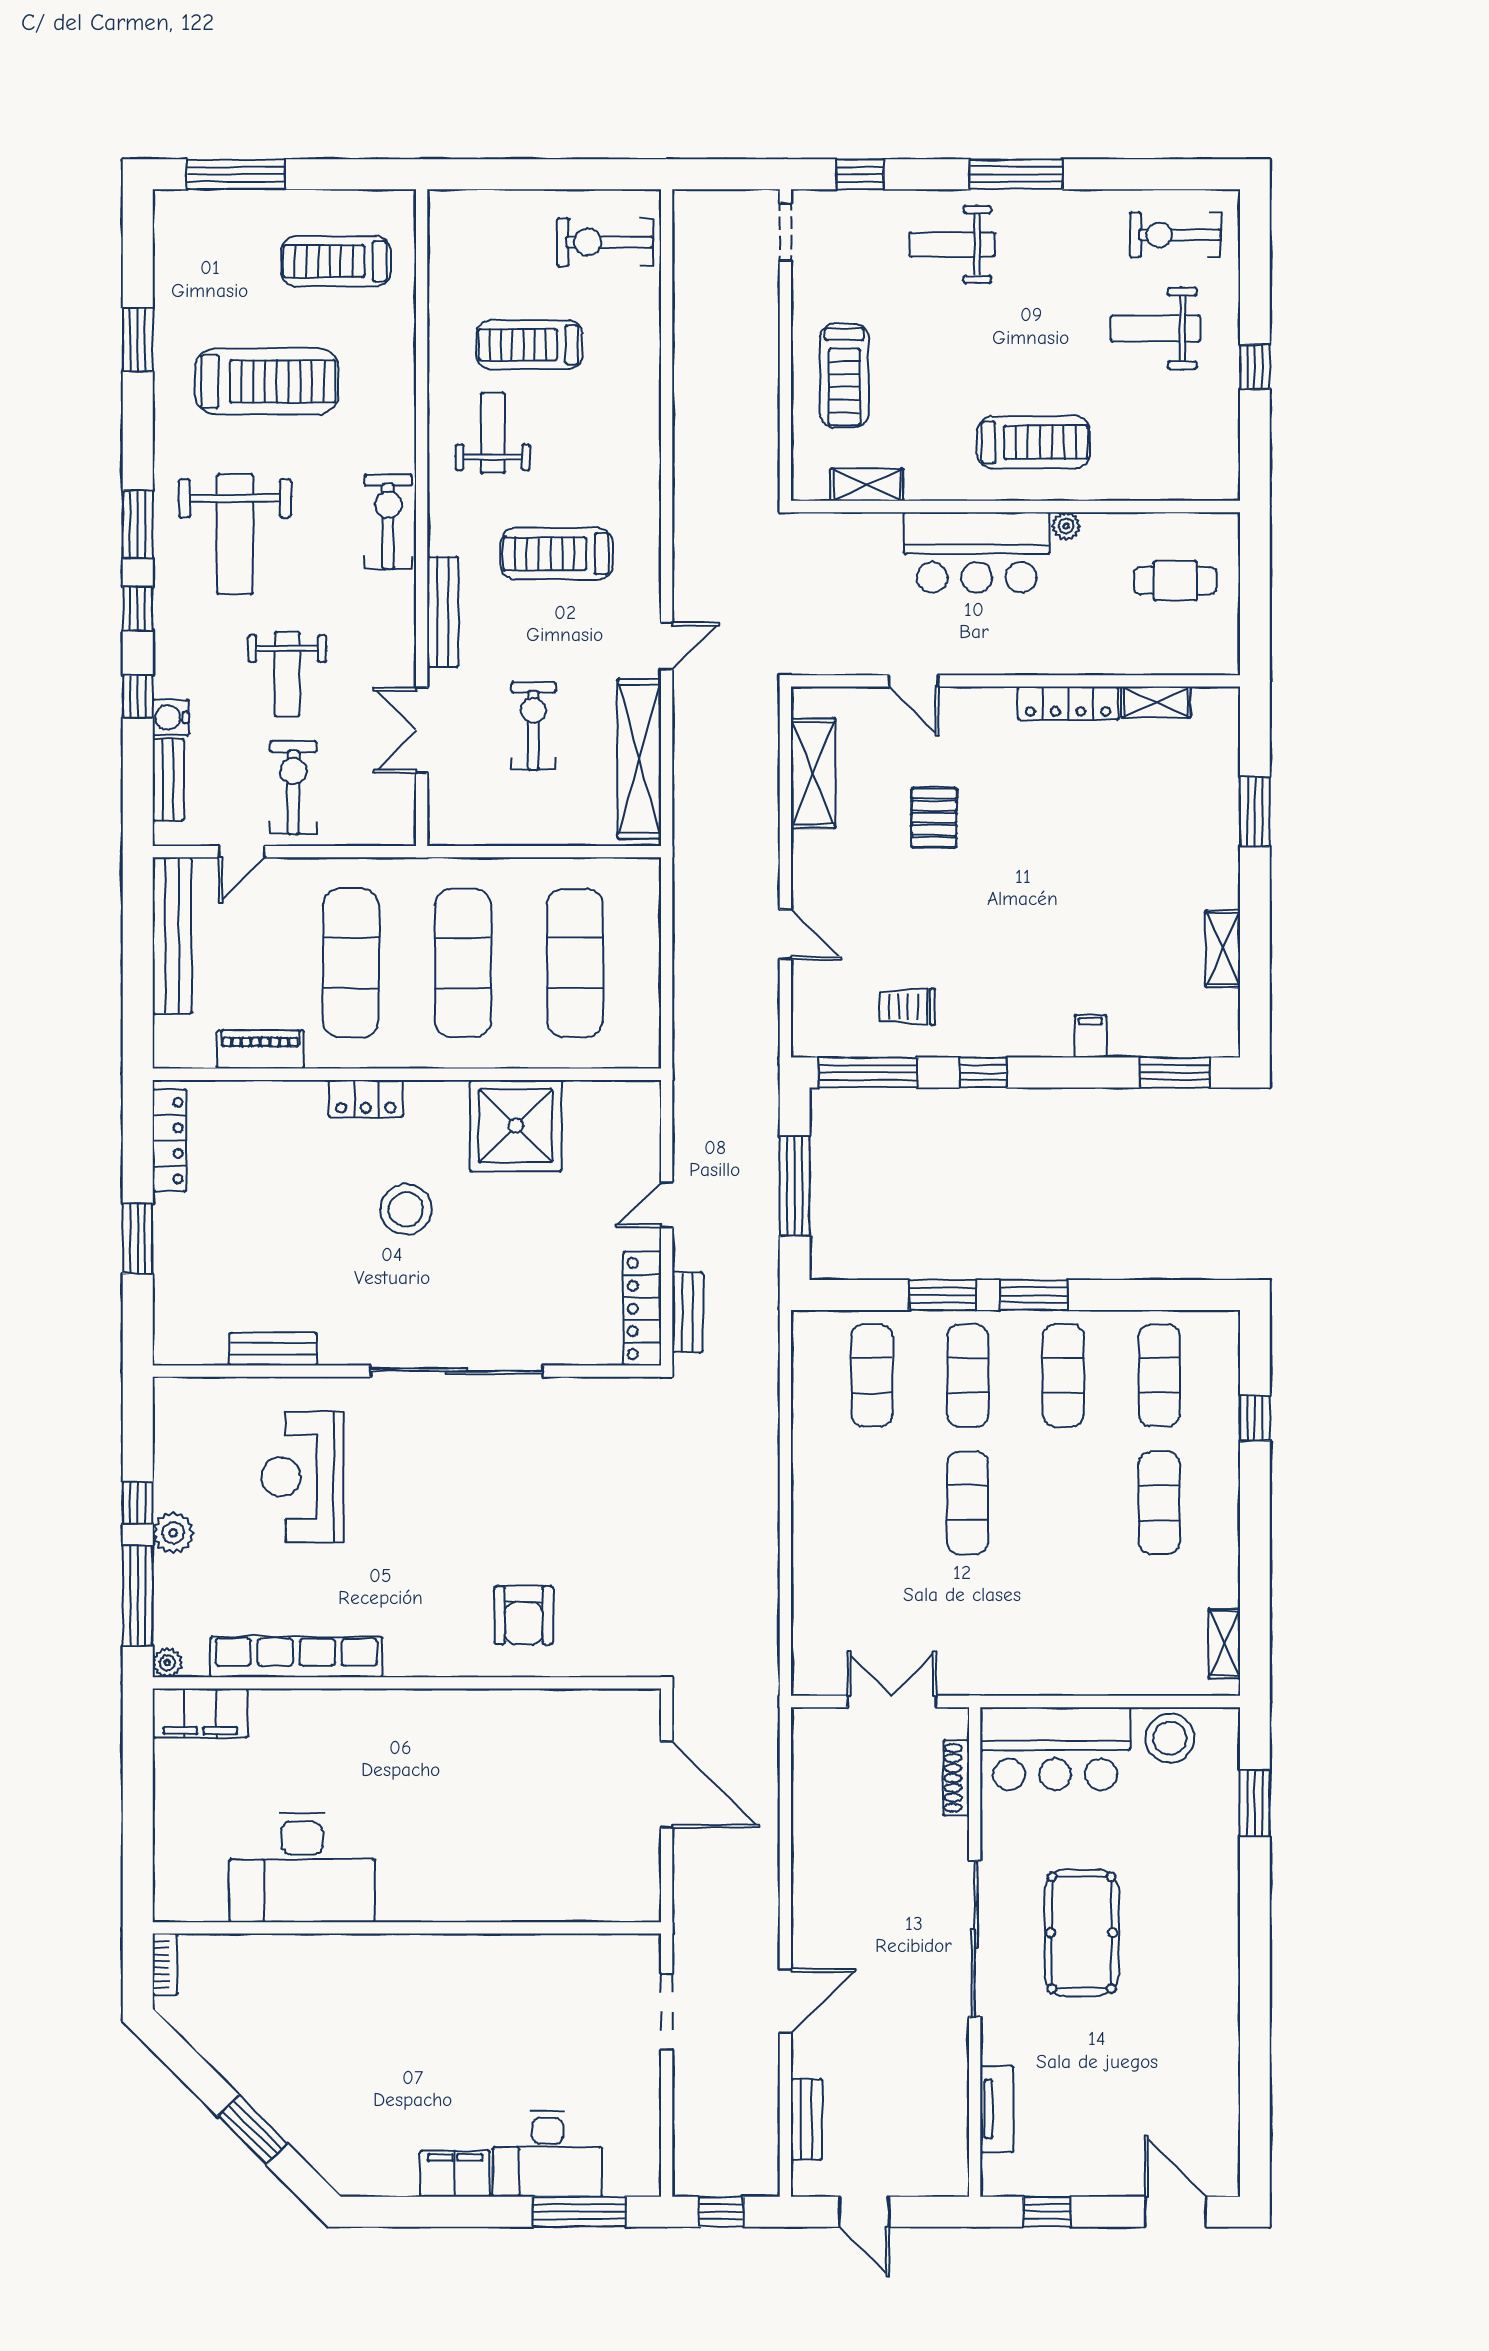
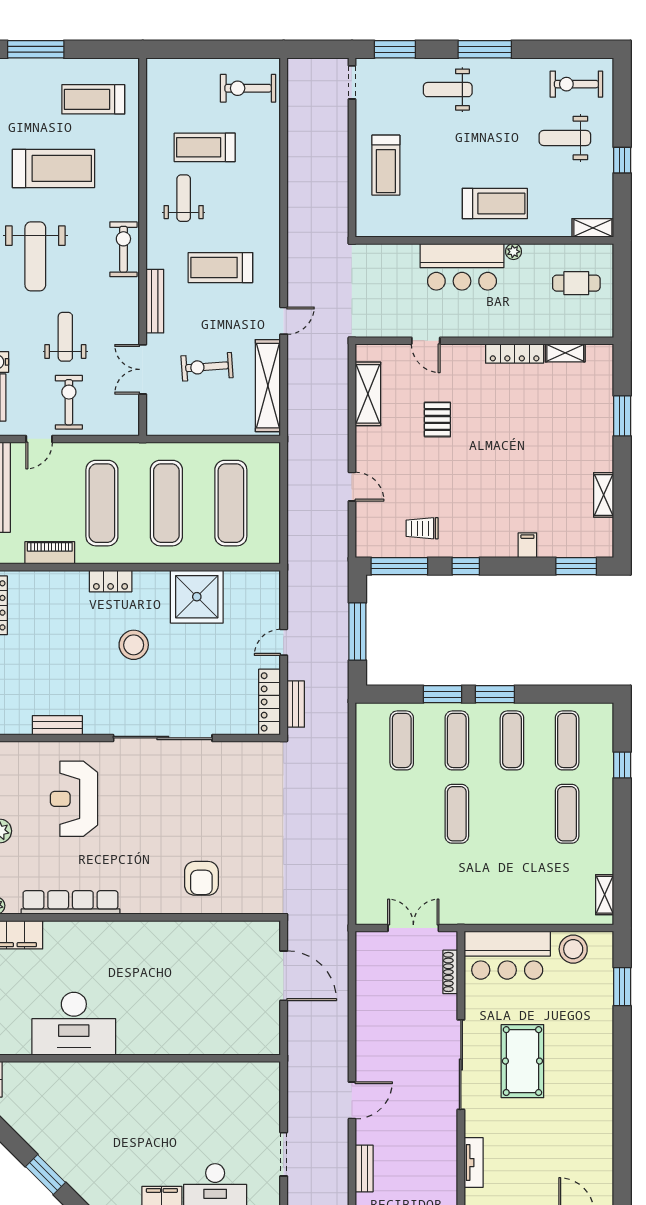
window: (860, 174) -> (395, 49), width x1.50
shelving: (867, 485) -> (593, 228), moved
weight bench: (287, 674) -> (65, 337), turned 180
exercise bike: (533, 726) -> (207, 367), turned -94
doorway: (667, 2012) -> (284, 1154), moved

